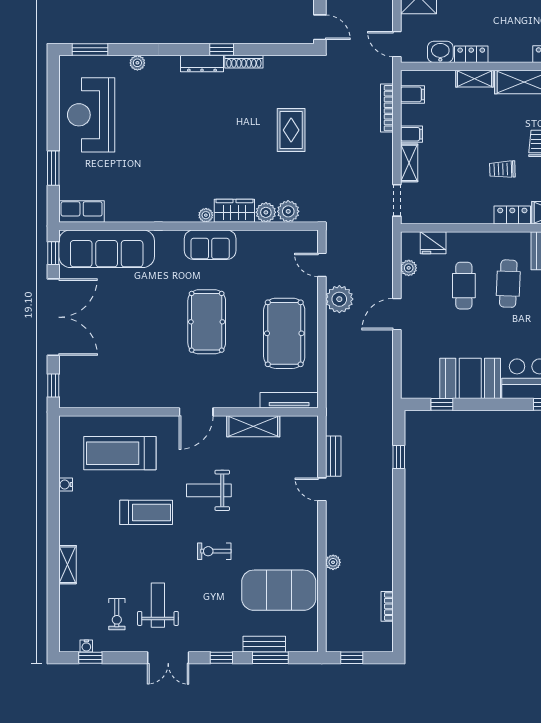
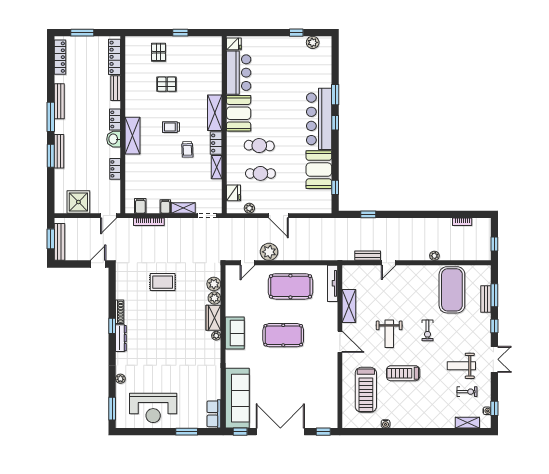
washbasin: (440, 52) -> (114, 139), moved
shelving: (475, 79) -> (217, 167), moved
treadmill: (146, 512) -> (403, 373), turned -90
shelving: (68, 565) -> (467, 423), moved

